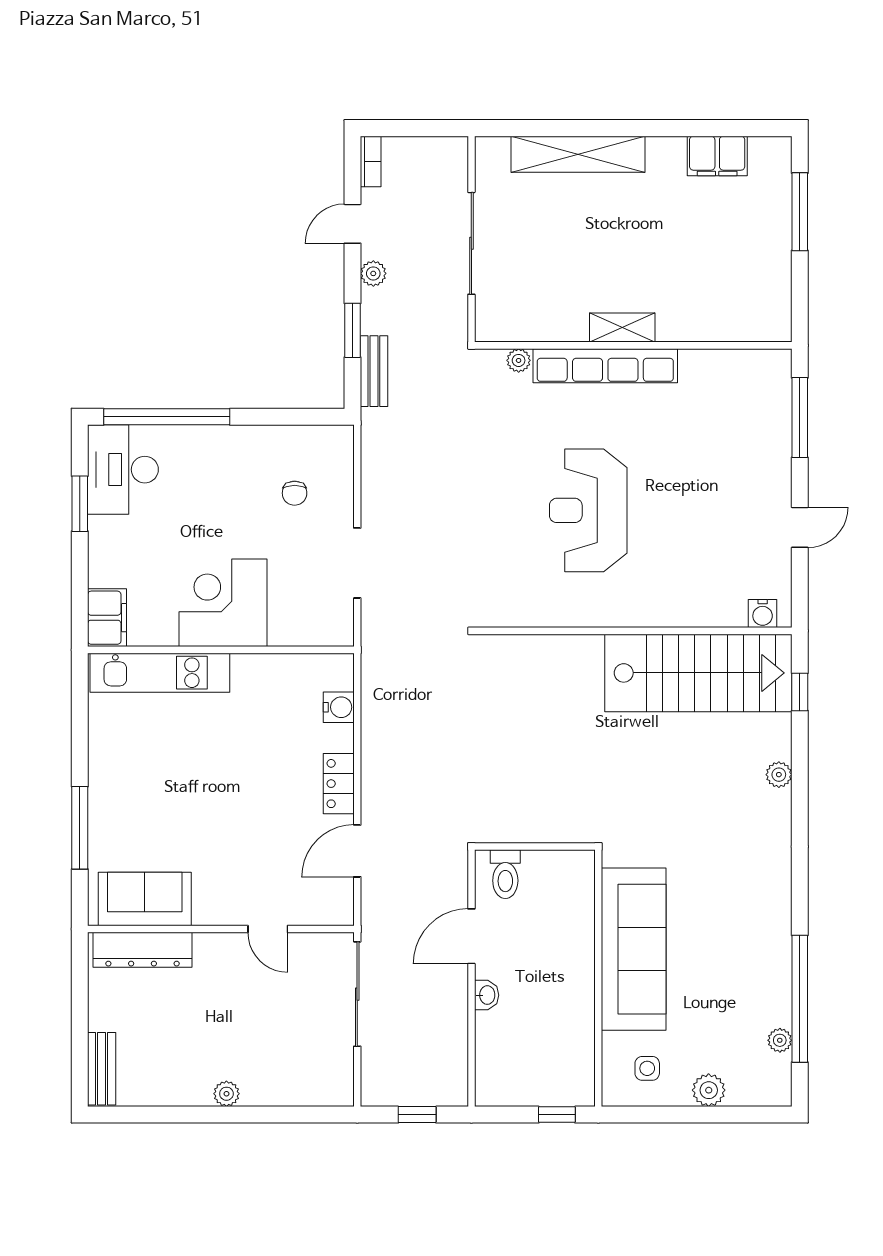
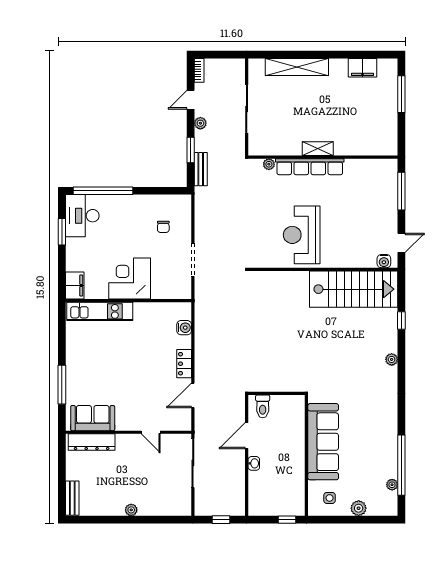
water cooler: (763, 614) -> (384, 261), moved
wall: (633, 631) -> (323, 269), moved
stairs: (698, 673) -> (354, 289), moved

